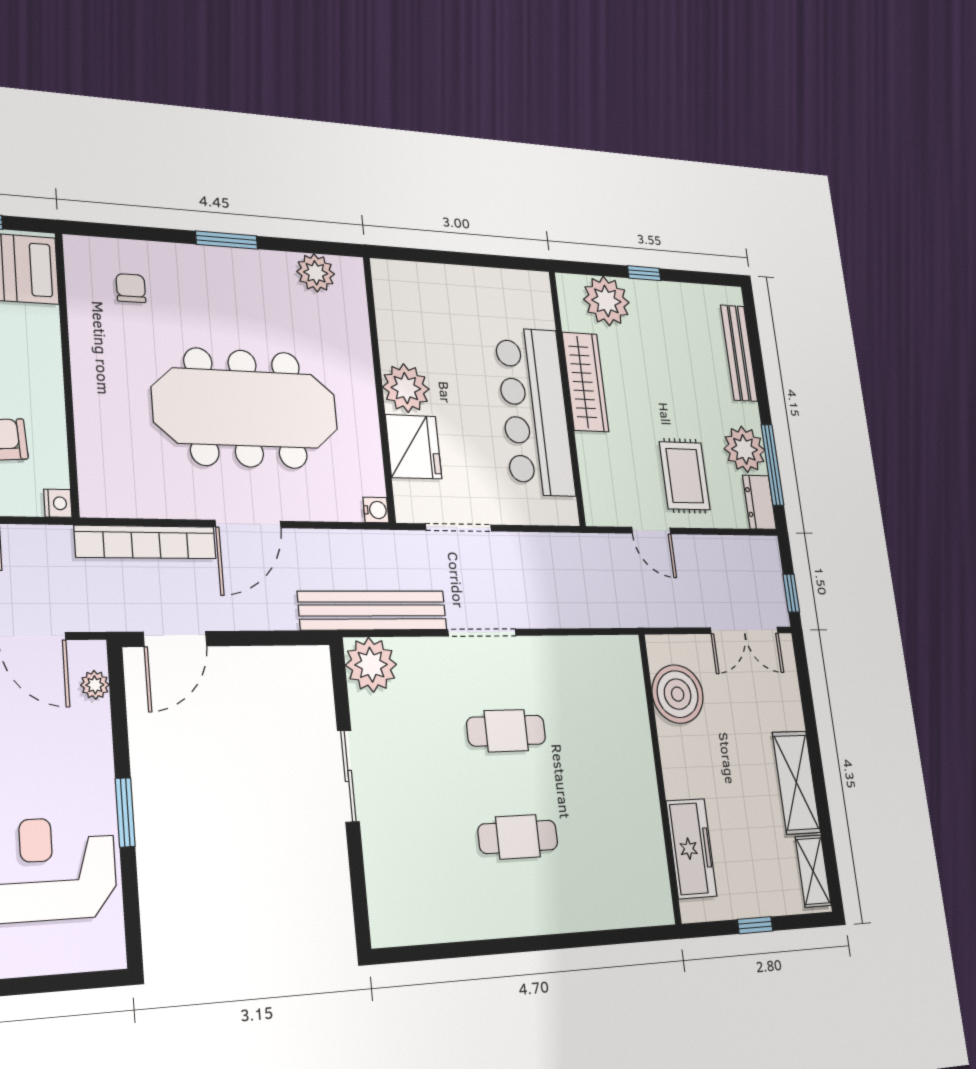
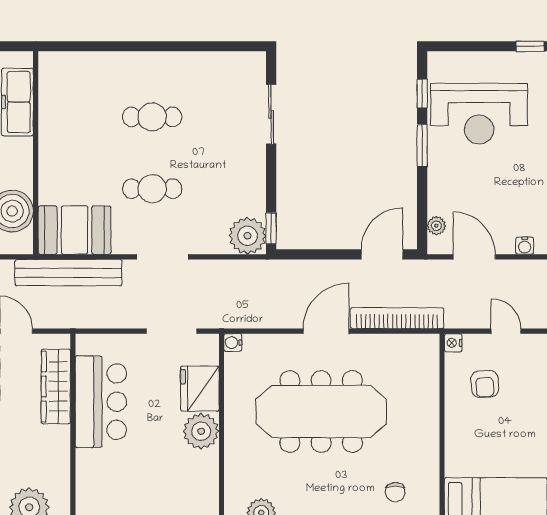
wardrobe: (585, 382) -> (56, 387), moved
bar counter: (535, 411) -> (101, 402), width x0.73
bench: (373, 610) -> (68, 273), moved
booth: (598, 669) -> (74, 230), added
window: (339, 676) -> (271, 228), added
sliding door: (348, 776) -> (271, 114), moved
window: (131, 897) -> (422, 94), added

